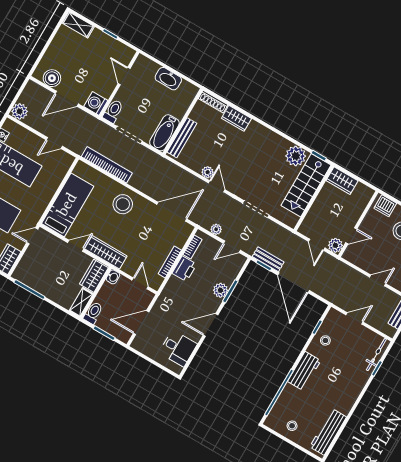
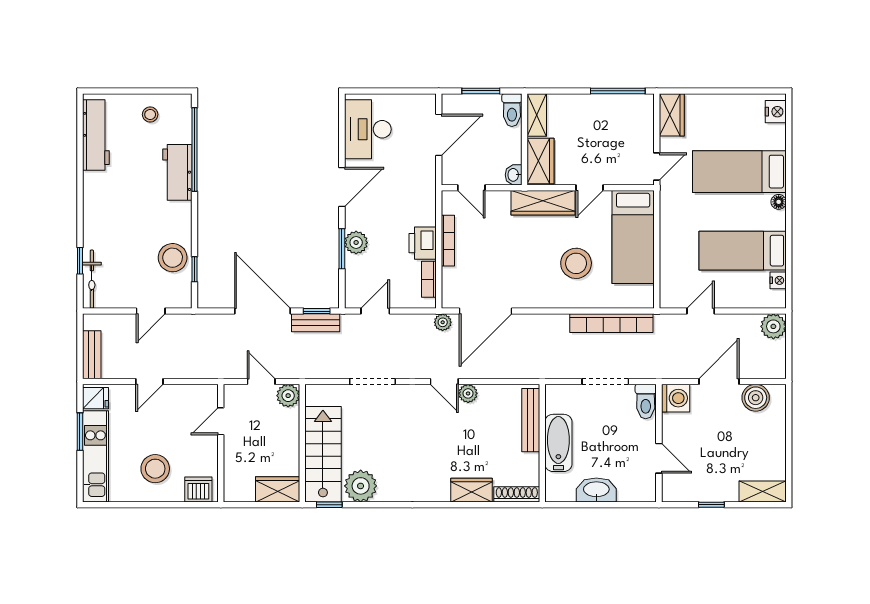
bathtub: (164, 133) -> (558, 443), moved
stool: (123, 204) -> (576, 263), moved
plant: (216, 229) -> (443, 322), moved
plant: (335, 245) -> (288, 396), moved
stool: (325, 340) -> (173, 258), width x1.89, depth x1.89
desk: (178, 348) -> (368, 129), width x1.37
workbench: (304, 371) -> (177, 172), moved

